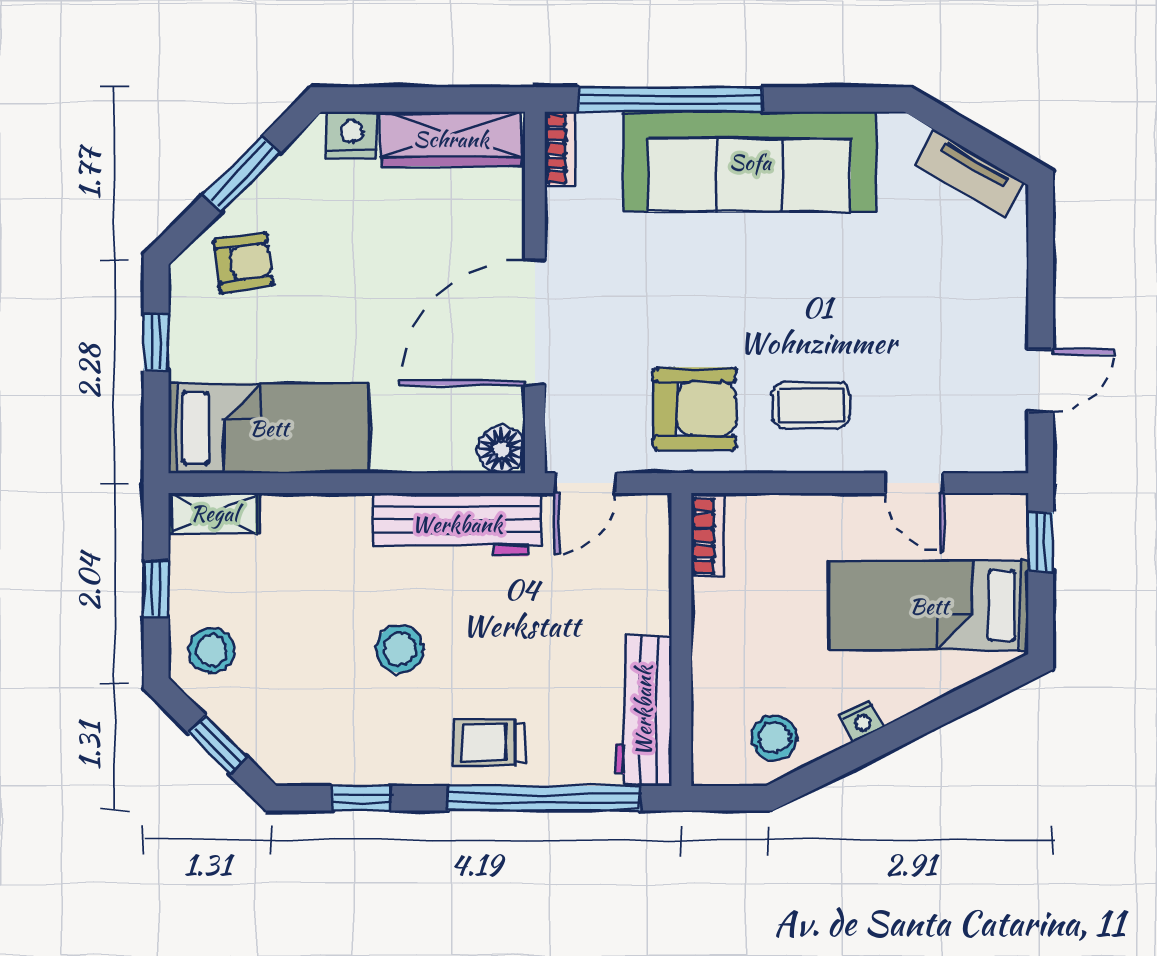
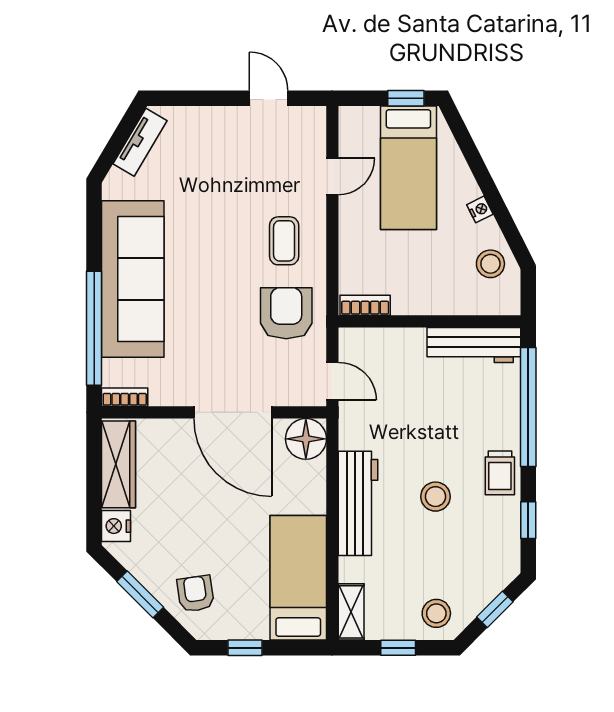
floor lamp: (501, 449) -> (306, 439), width x1.38, depth x1.38
workbench: (457, 524) -> (358, 503), moved
window: (1041, 542) -> (406, 98), moved
trolley: (489, 742) -> (500, 473), moved

